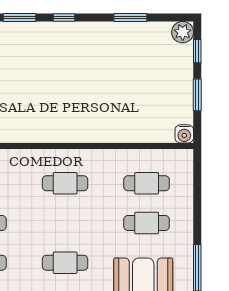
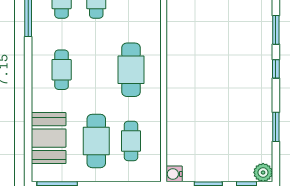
cafe table: (65, 183) -> (131, 70), width x1.37, depth x1.35
cafe table: (147, 223) -> (96, 141), width x1.37, depth x1.35

